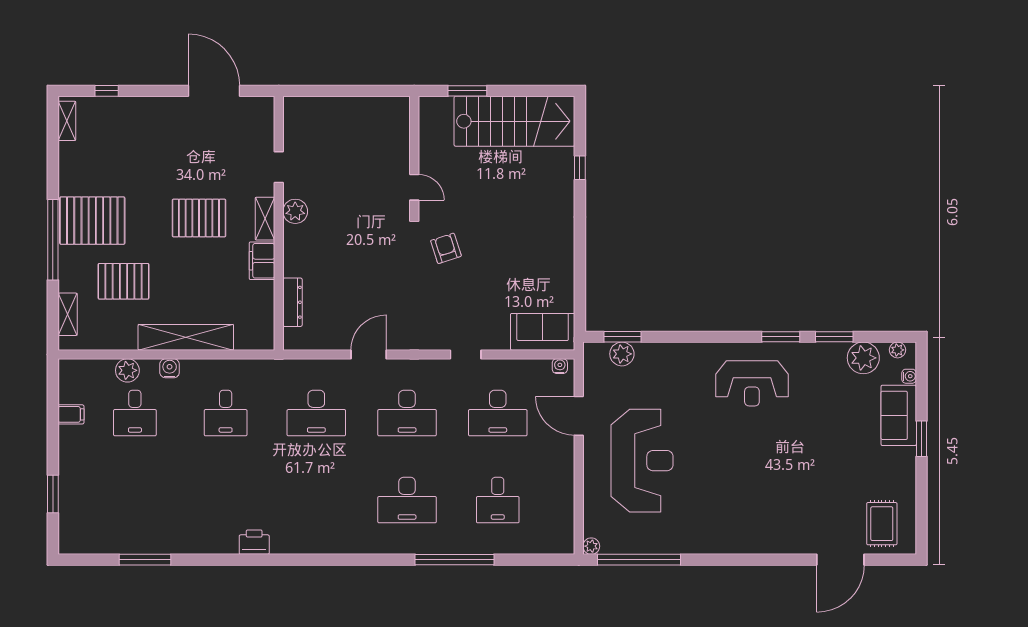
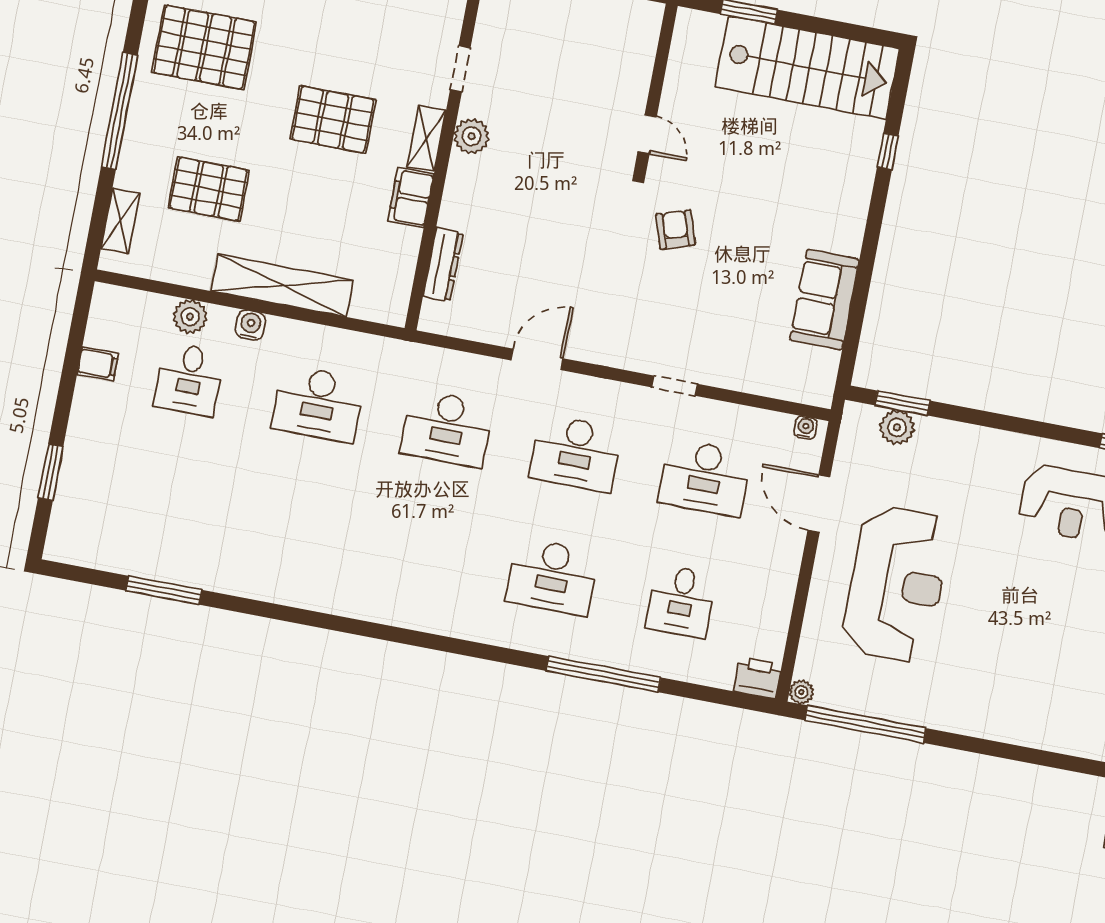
pallet: (92, 221) -> (204, 47), moved
sofa: (543, 332) -> (824, 300), moved, turned -90
desk: (226, 413) -> (318, 404), width x1.37
printer: (254, 542) -> (758, 678), moved

